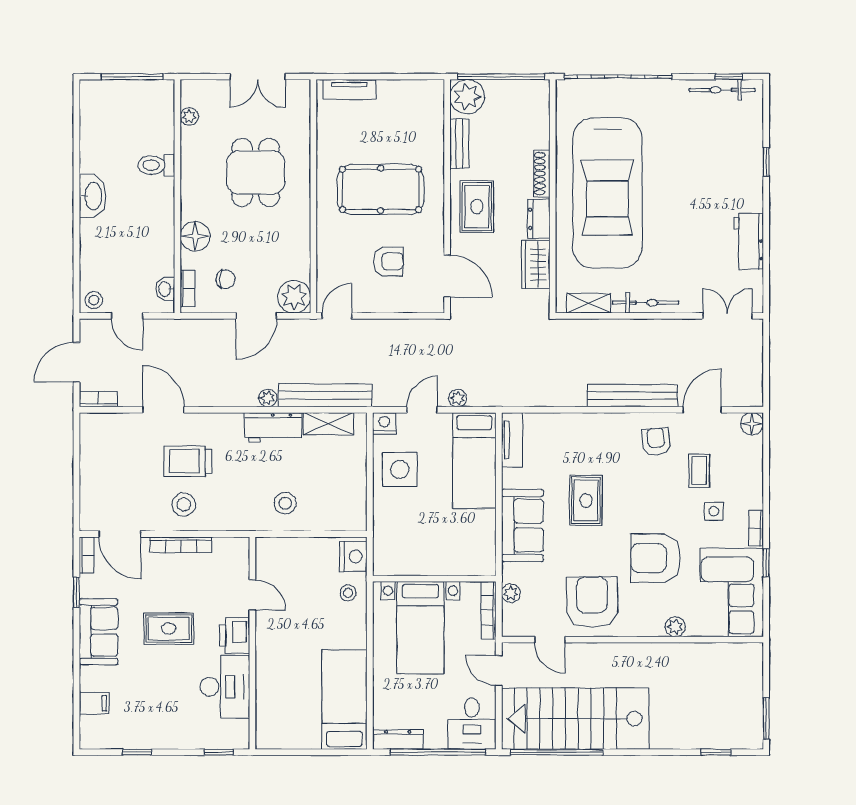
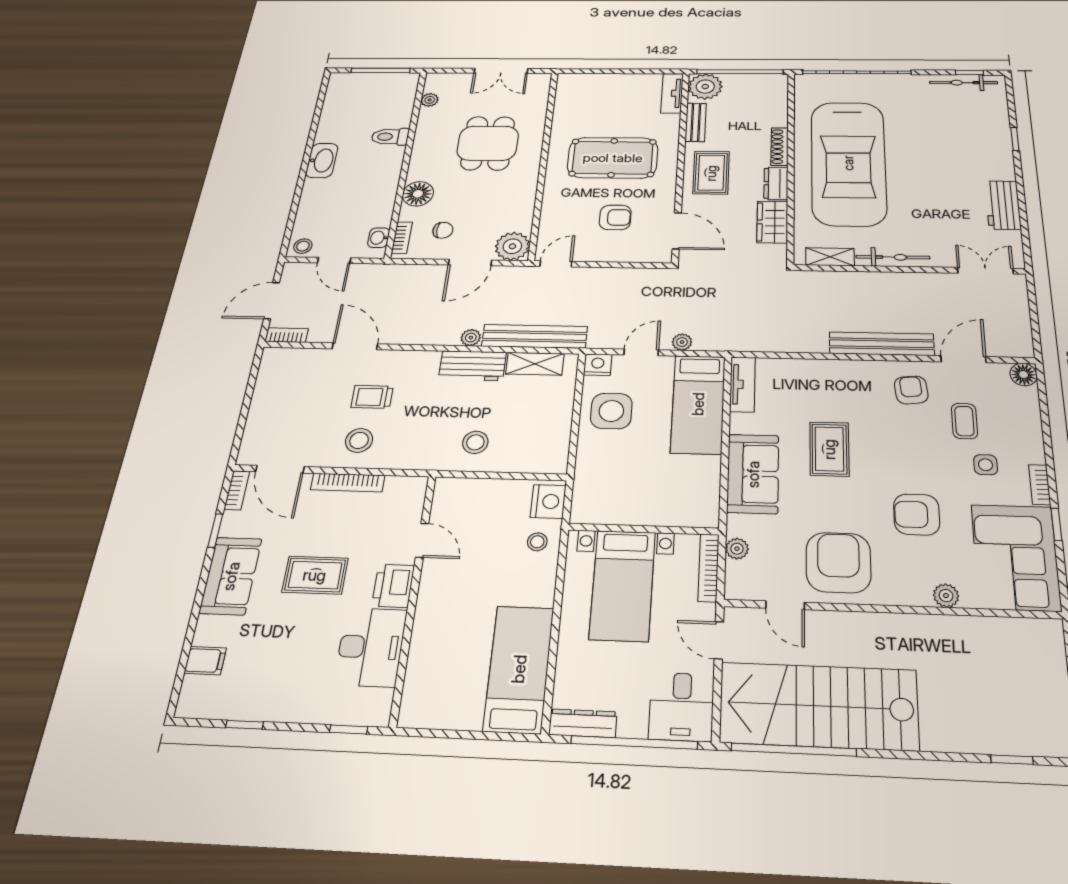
tv unit: (349, 90) -> (672, 93), moved, turned 90
trolley: (188, 461) -> (372, 397), width x0.73, depth x0.72
armchair: (655, 558) -> (917, 515), width x0.73, depth x0.73

